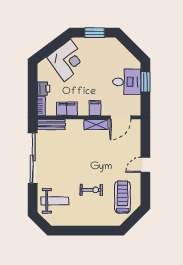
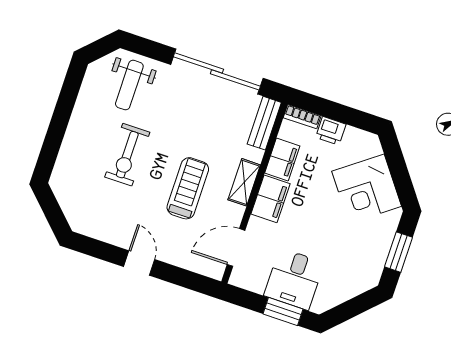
filing cabinet: (95, 108) -> (270, 199), width x2.00
door: (120, 117) -> (236, 247), hinge flipped
shelving: (96, 125) -> (244, 182), moved
exercise bike: (91, 190) -> (127, 155), width x1.38, depth x1.39
treadmill: (123, 197) -> (188, 188), moved, turned -90

